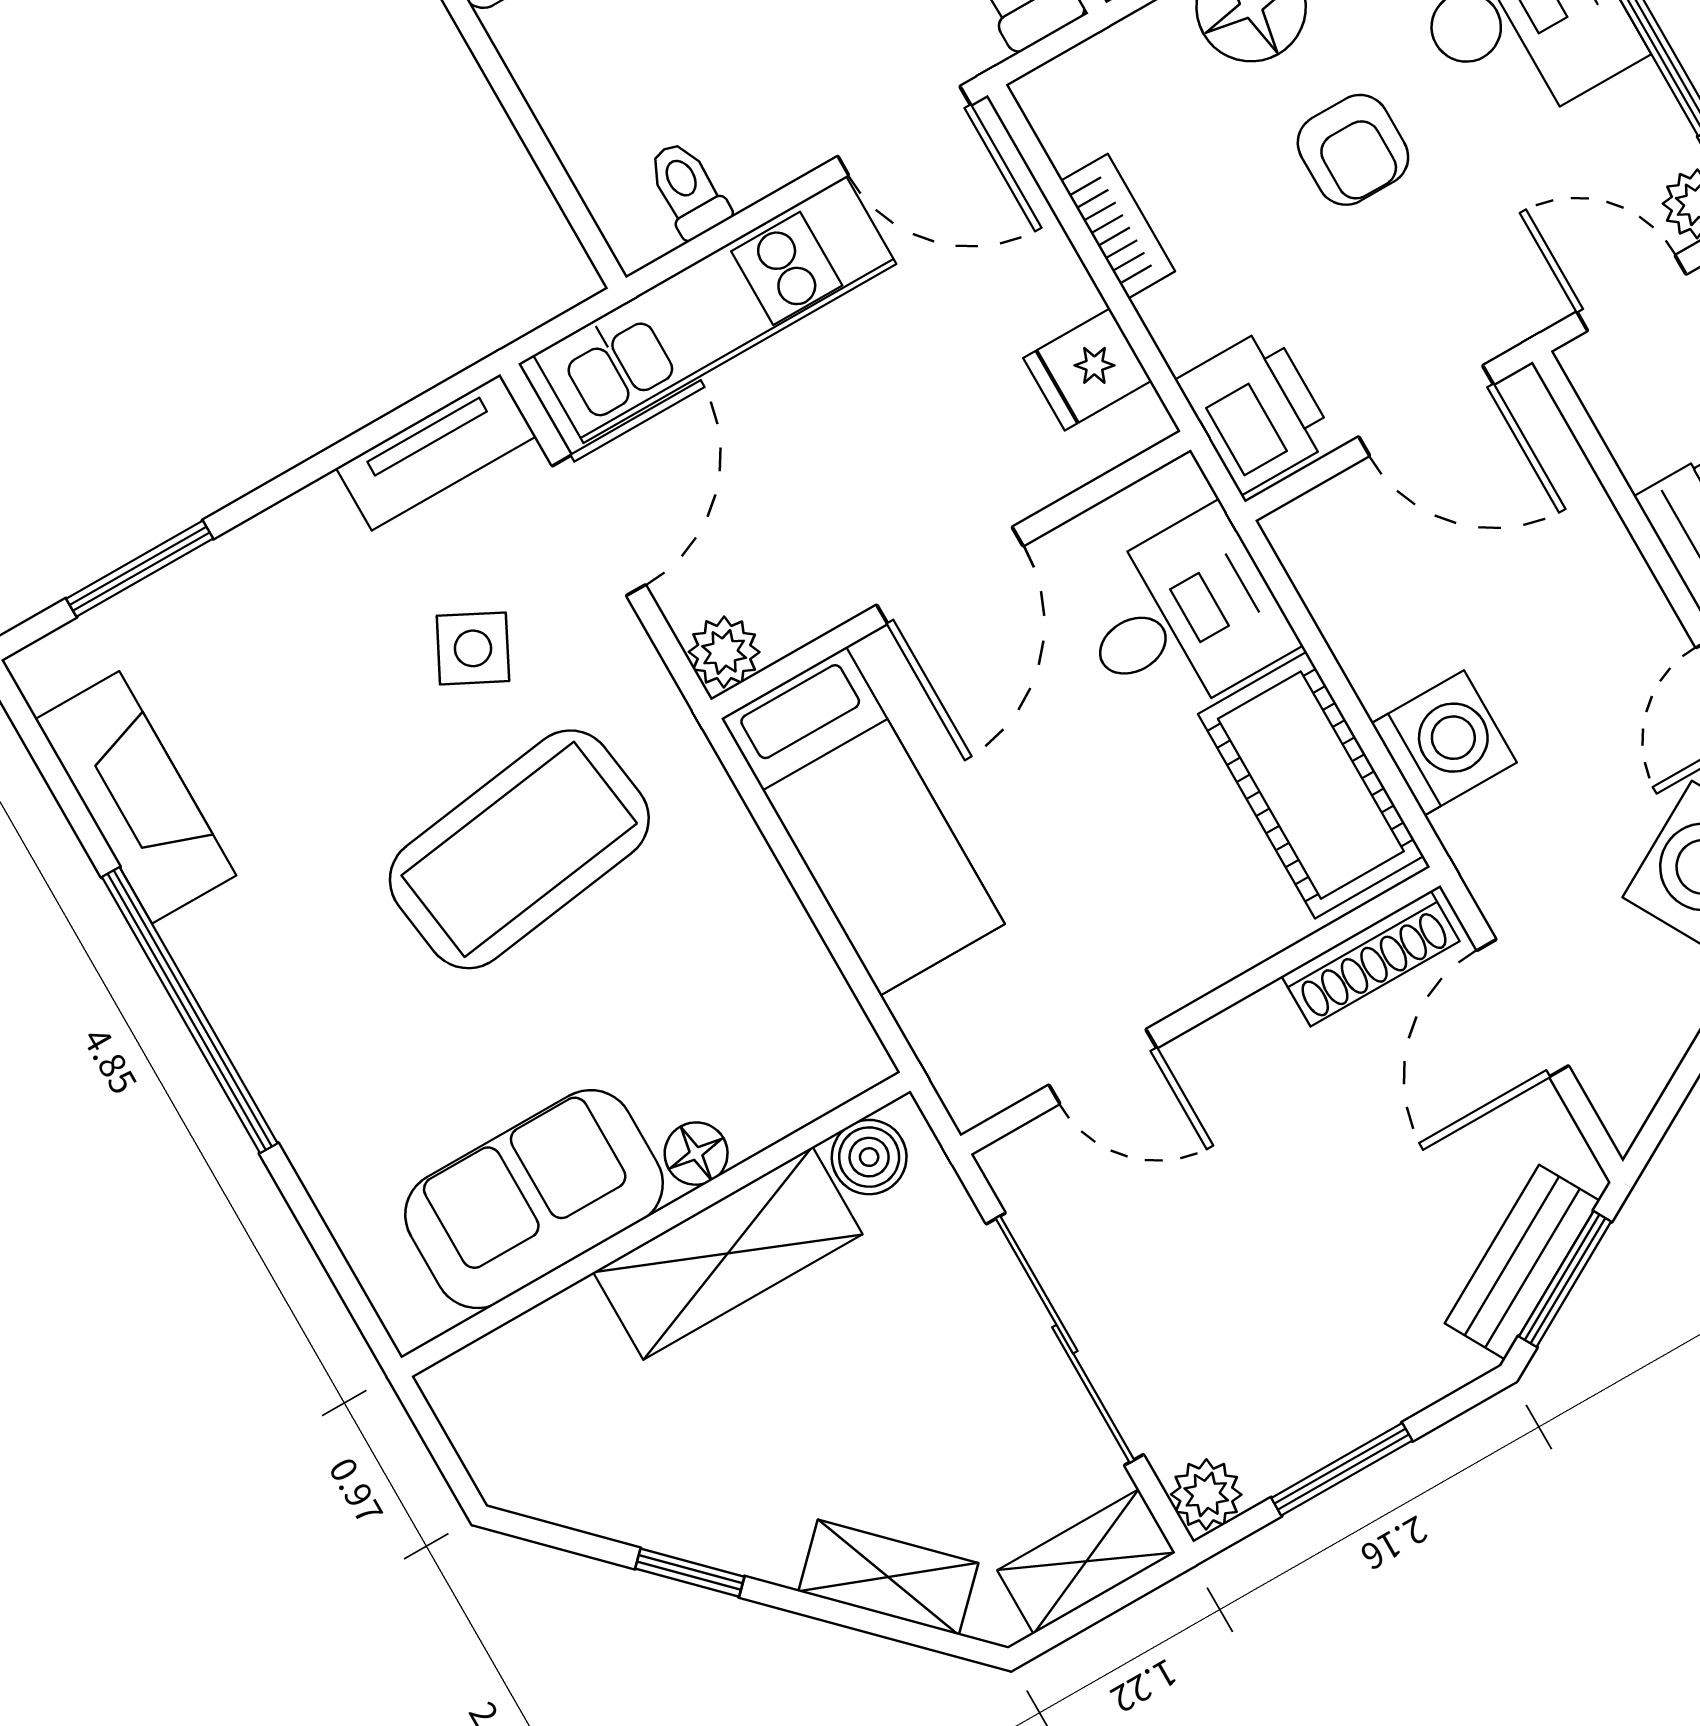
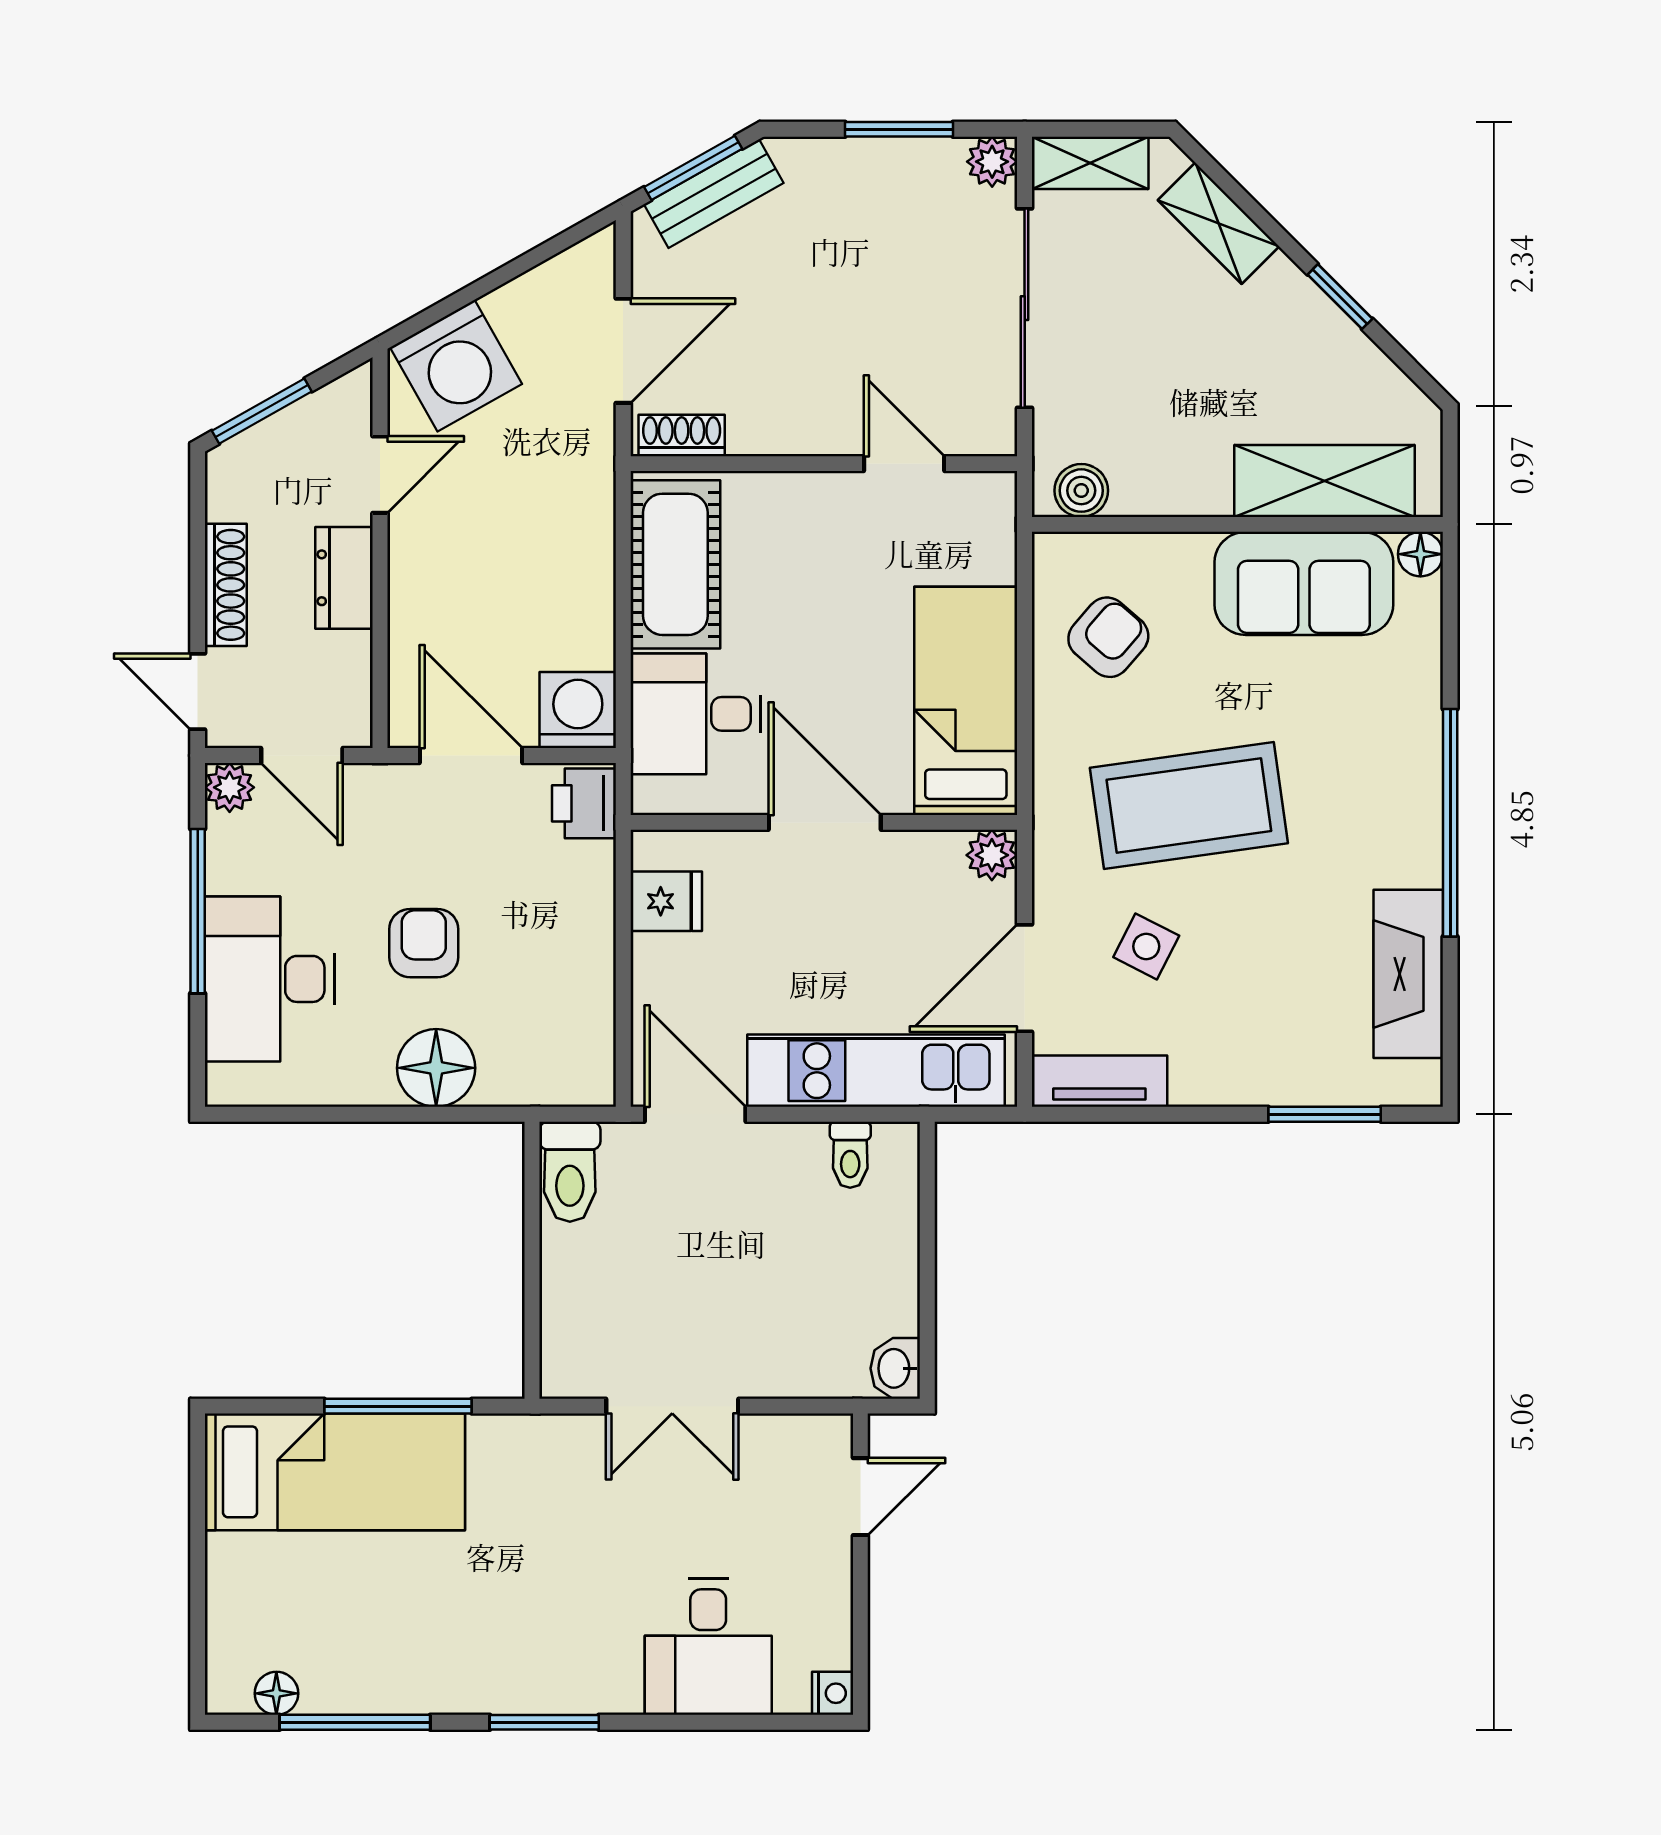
bookcase: (1118, 226) -> (597, 979), removed
printer: (1256, 410) -> (584, 803), width x0.73, depth x0.81
door: (950, 575) -> (825, 822), hinge flipped
washing machine: (1444, 743) -> (578, 710), moved, turned 90
shoe rack: (1371, 959) -> (682, 435), width x0.70
armchair: (734, 998) -> (1108, 637), added
floor lamp: (696, 1154) -> (1420, 554), moved
shelving: (728, 1253) -> (1324, 481), moved

